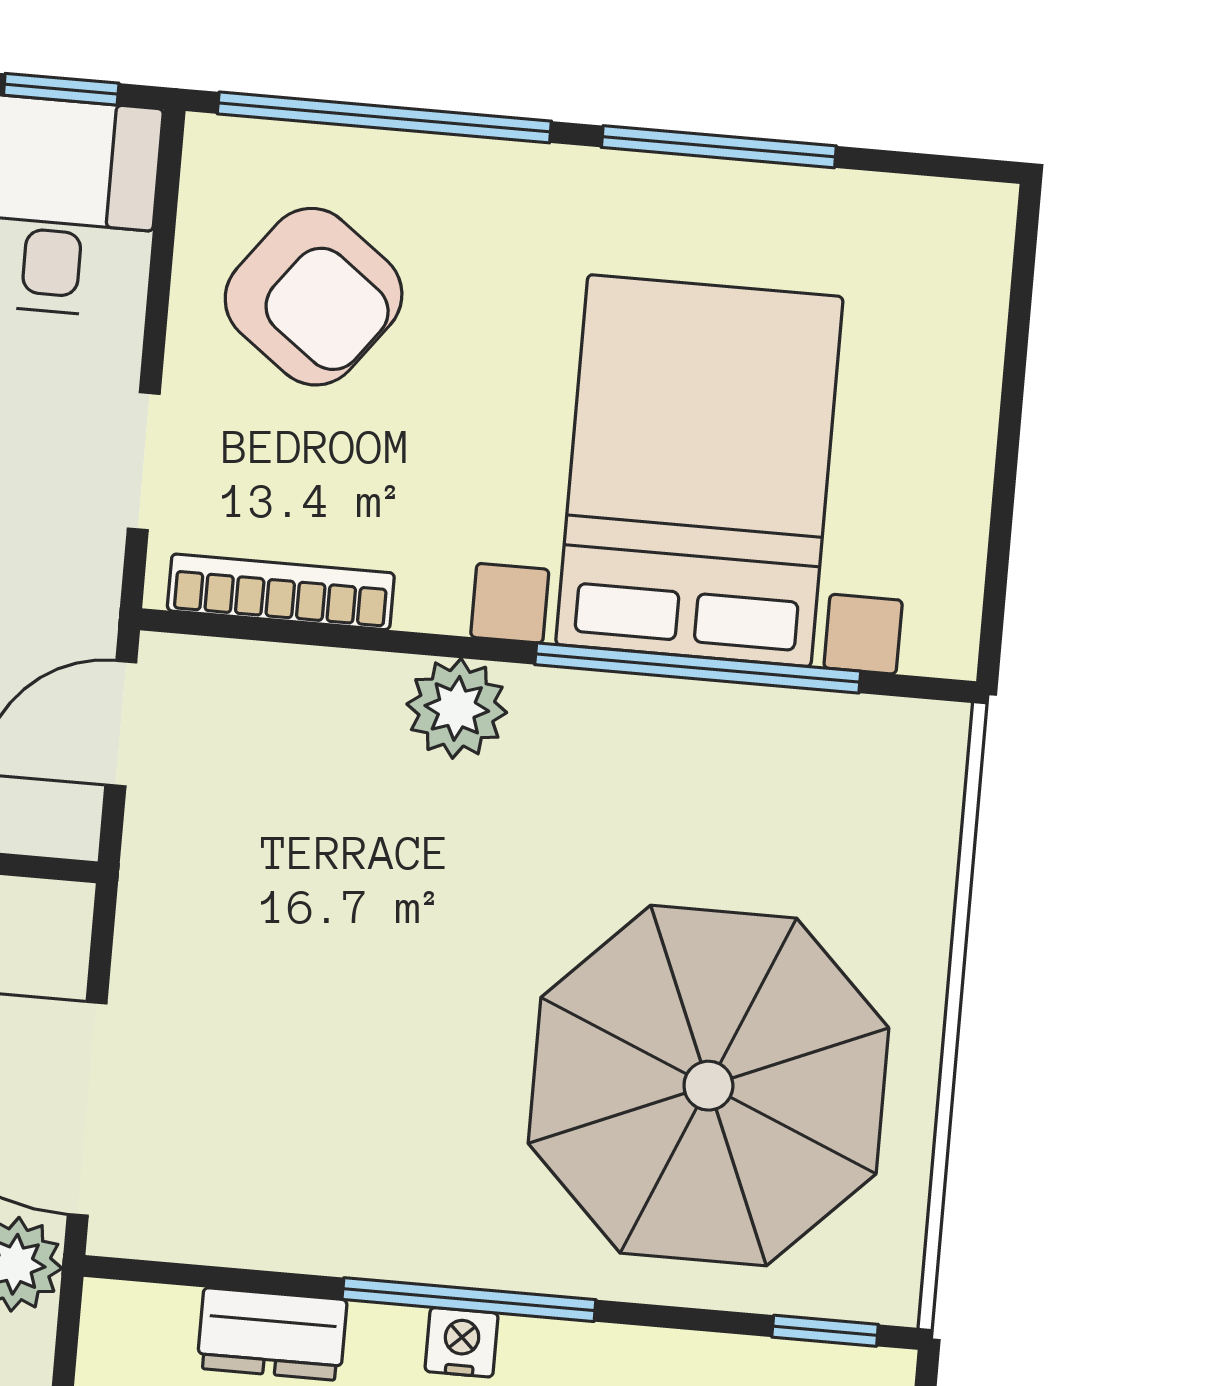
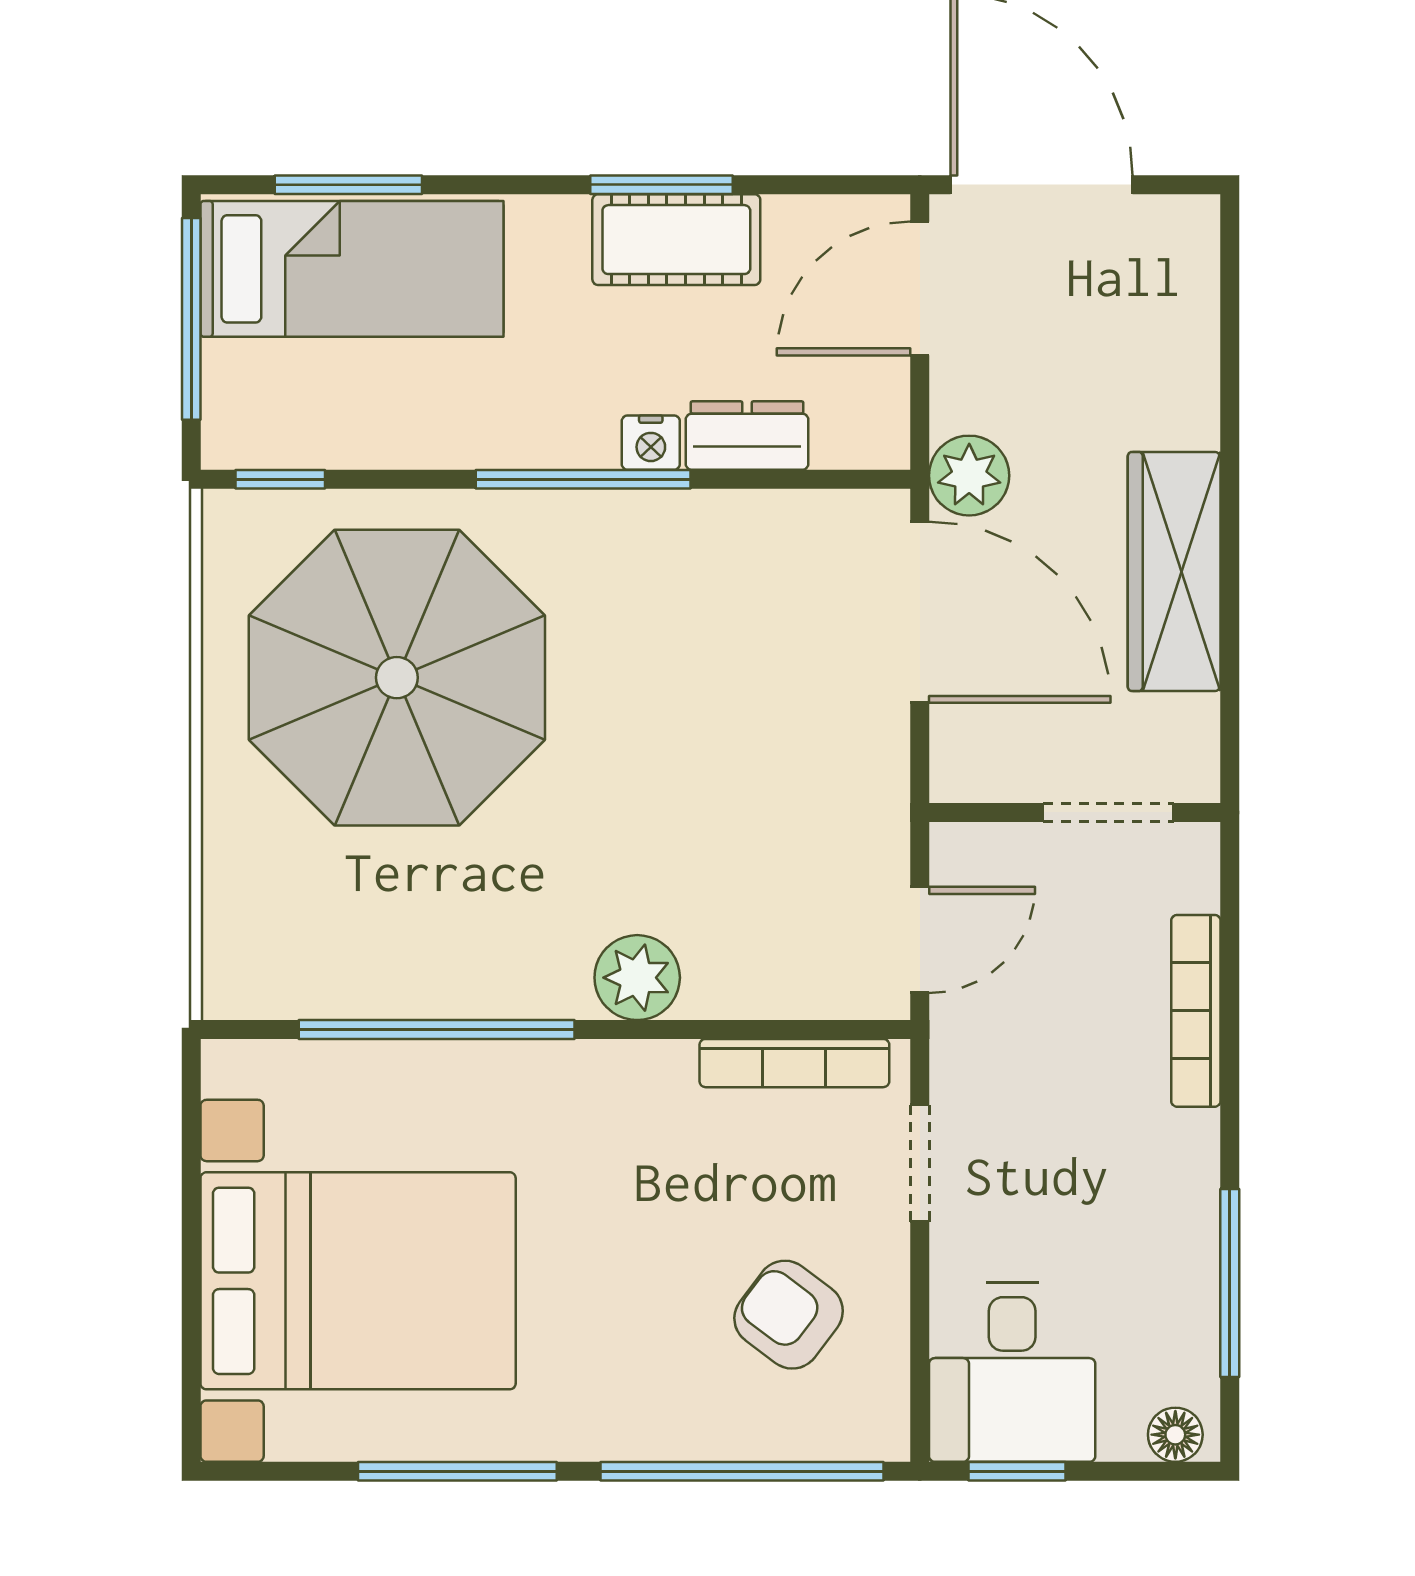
armchair: (314, 297) -> (789, 1315), width x0.72, depth x0.72
bed with nightstands: (699, 471) -> (358, 1281), moved, turned -90
nightstand: (462, 1342) -> (651, 443), moved

